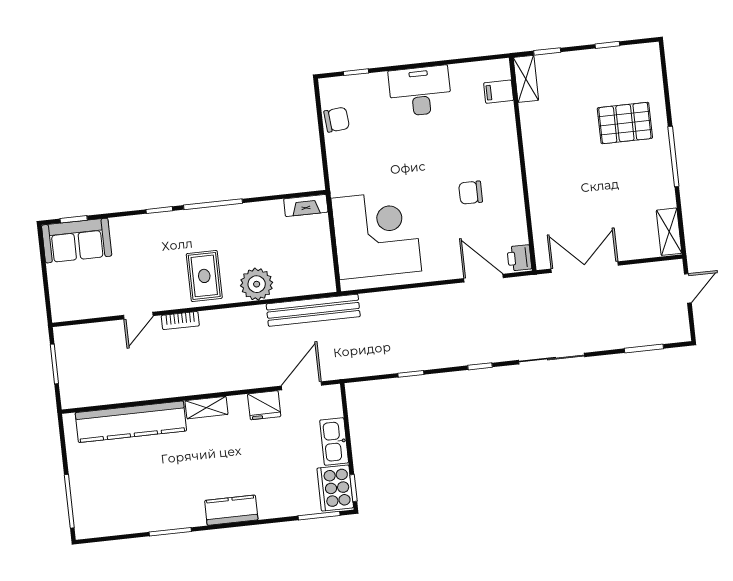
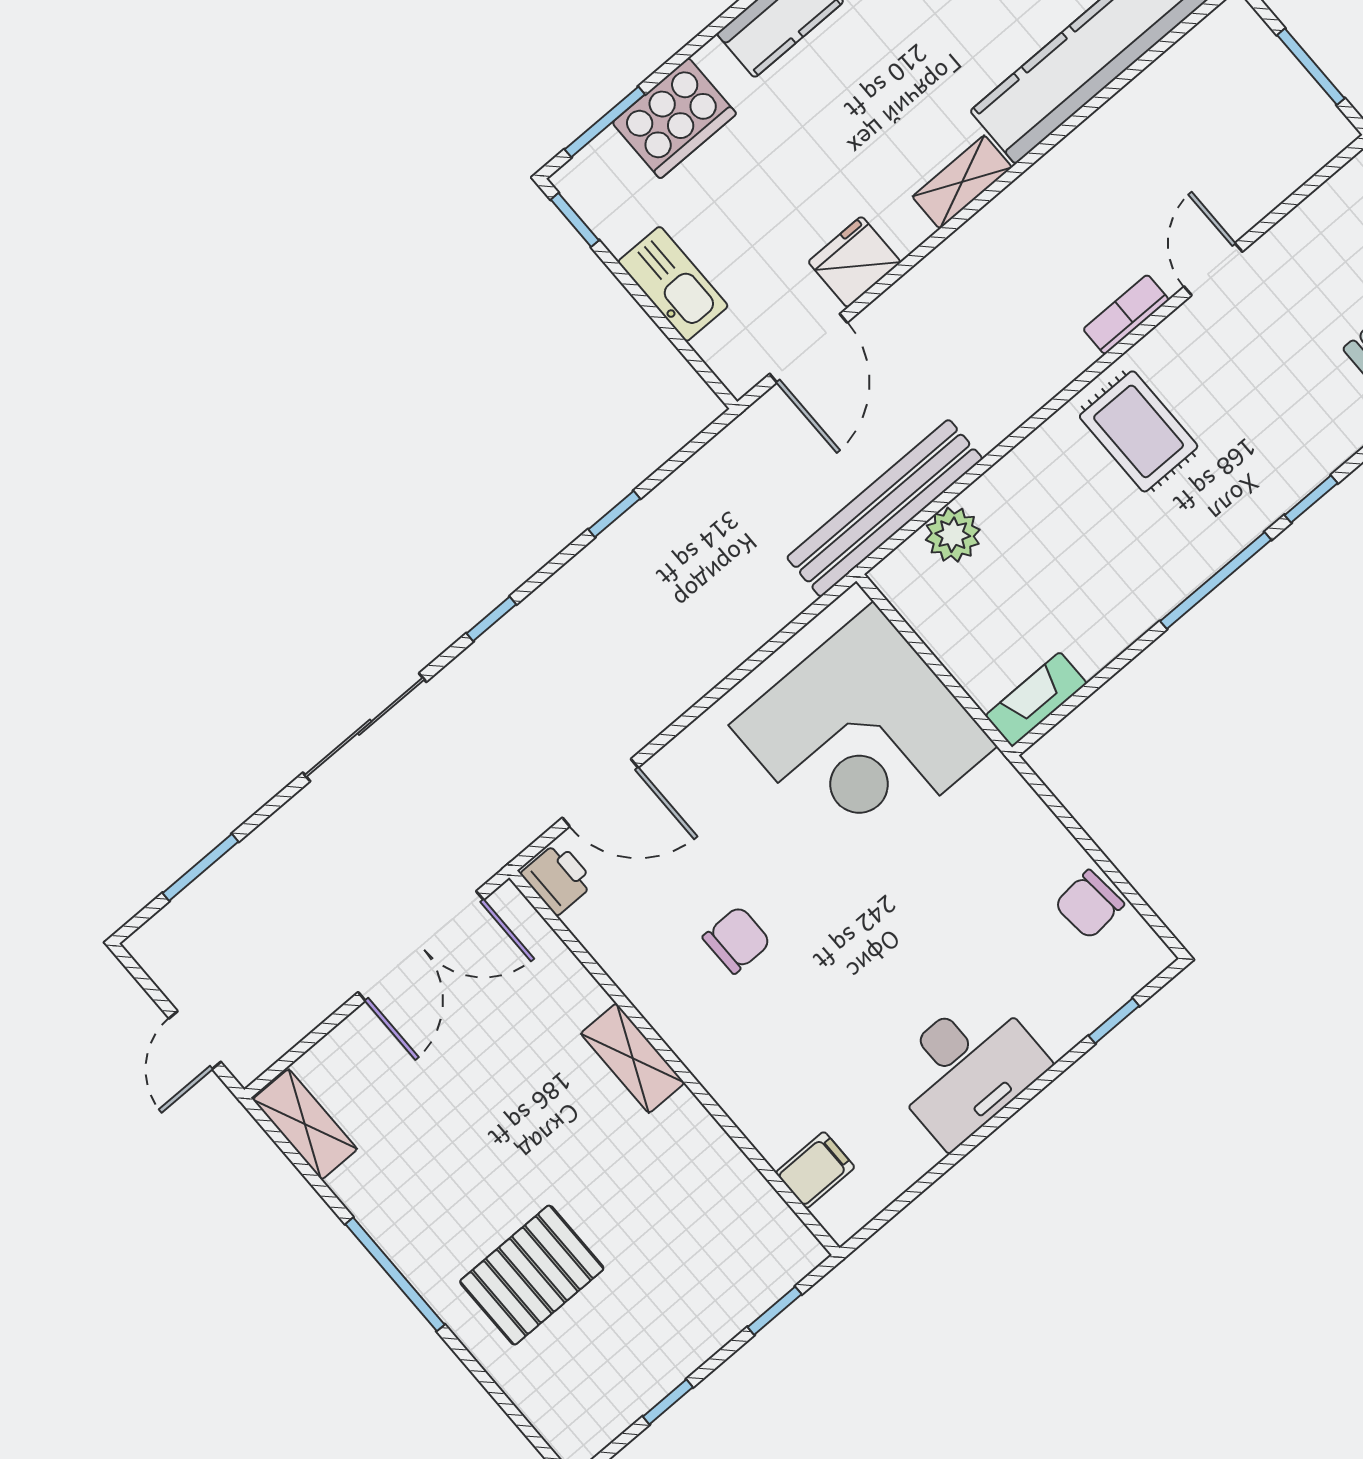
shelving: (526, 79) -> (633, 1058), moved
plant: (257, 284) -> (953, 535), moved, width x0.73, depth x0.73
cooker: (335, 488) -> (674, 118), moved, turned 90

